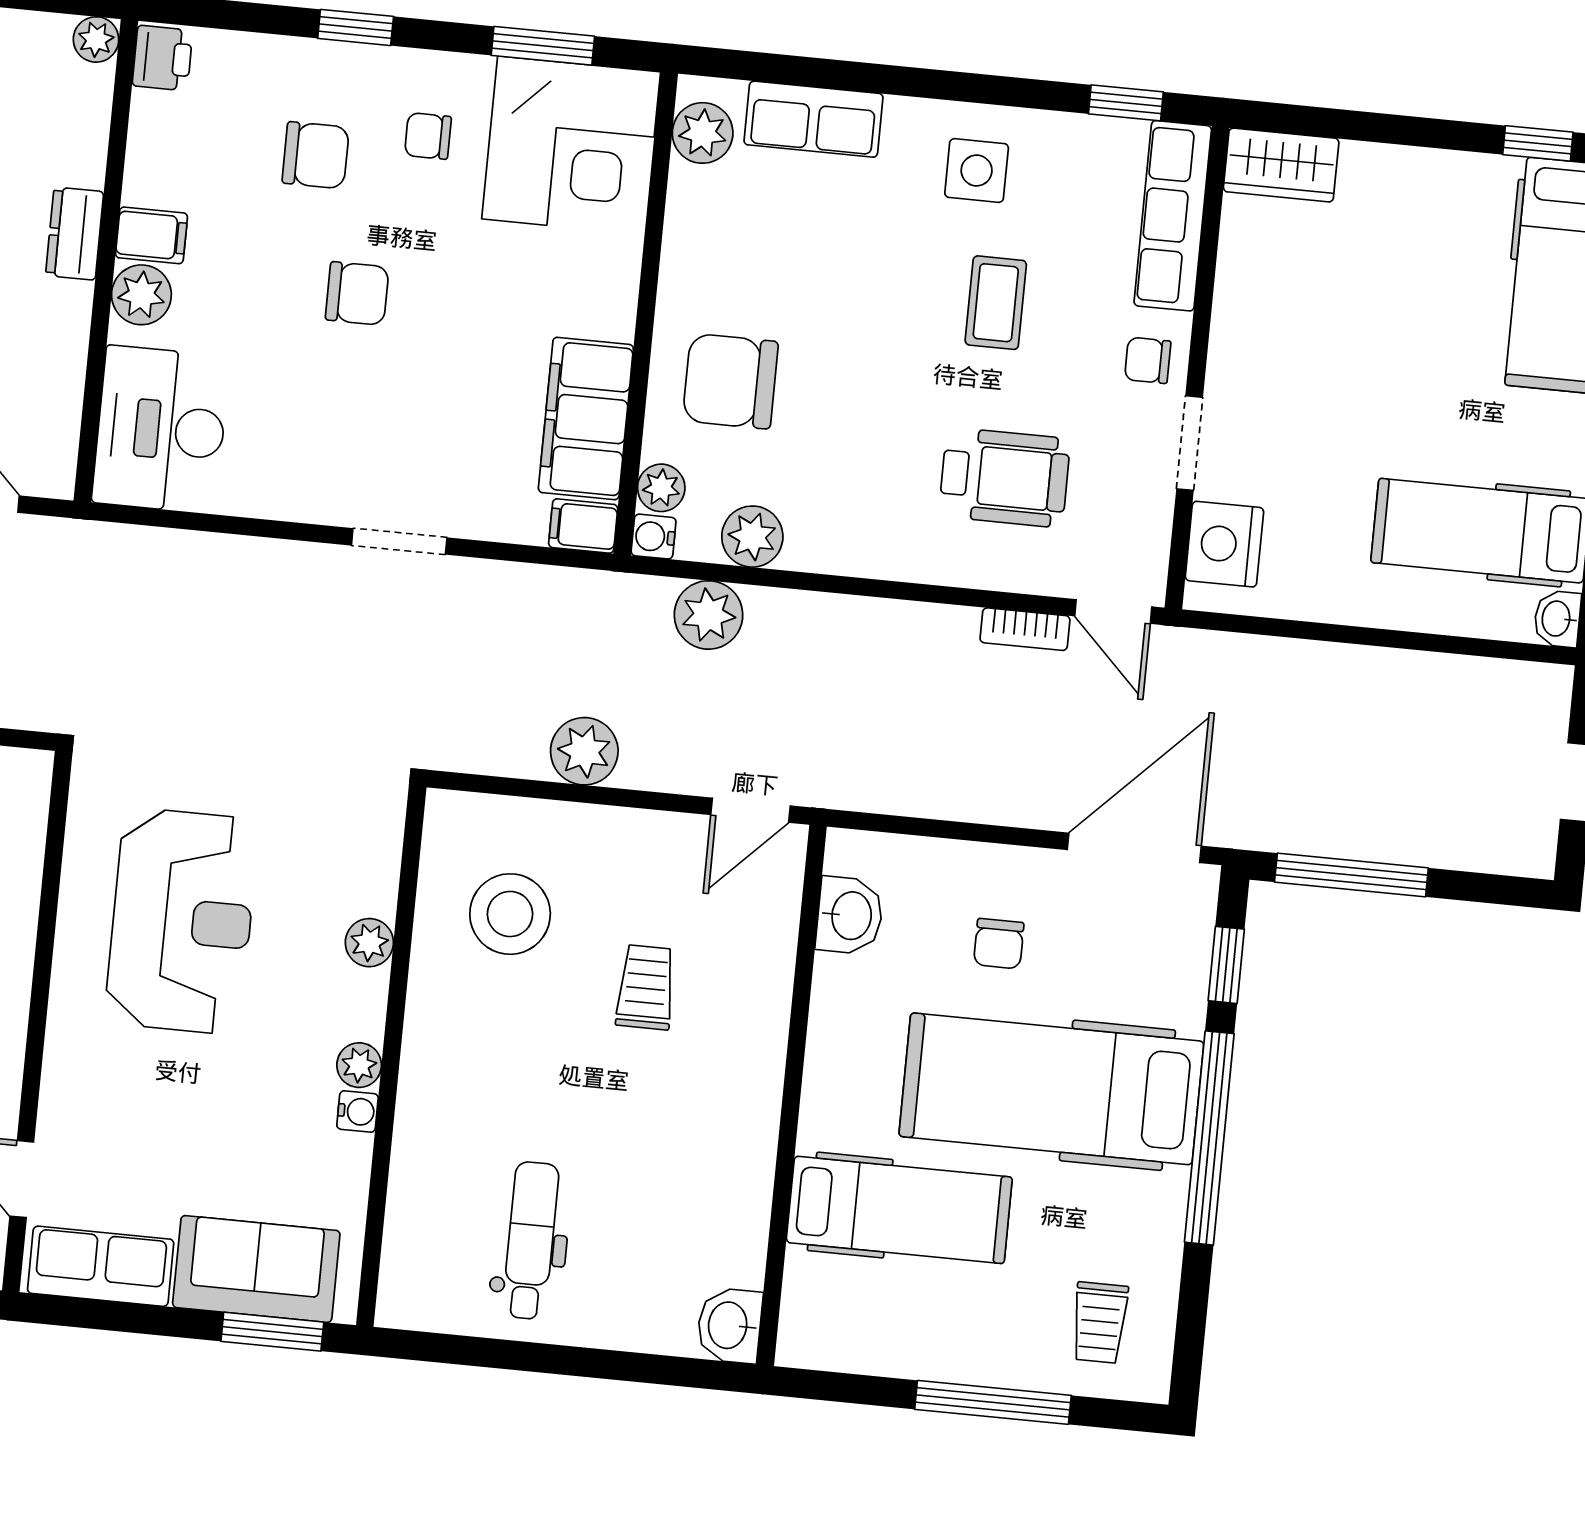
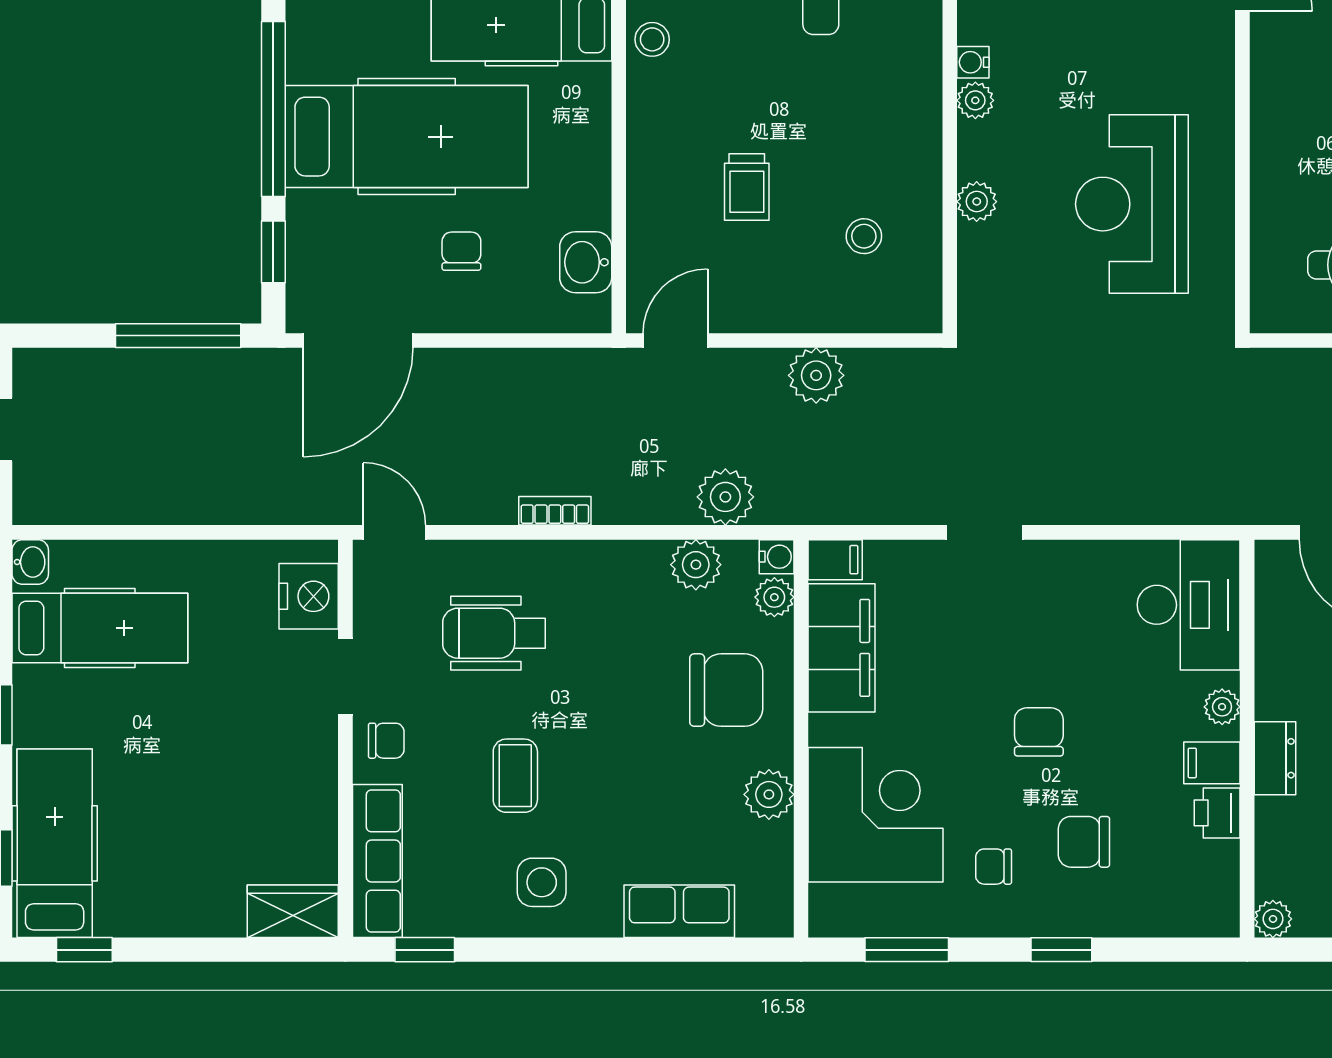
printer: (162, 58) -> (1217, 813), moved
plant: (703, 133) -> (769, 794), moved
chair: (428, 136) -> (994, 867), turned 180
corner desk: (571, 145) -> (876, 815), moved, turned 90
chair: (357, 293) -> (1039, 732), turned 90
plant: (141, 295) -> (1222, 707), width x0.73, depth x0.73
bookcase: (1025, 629) -> (555, 511), moved
stool: (510, 914) -> (864, 236), width x0.53, depth x0.53
stool: (743, 1177) -> (652, 39), added

